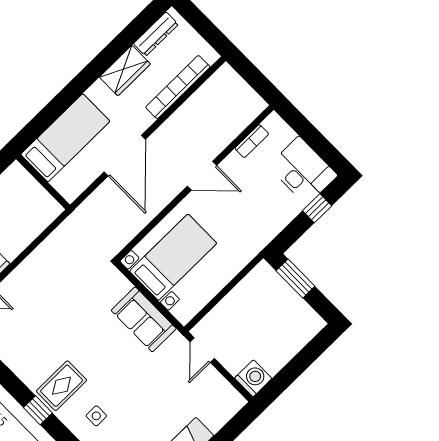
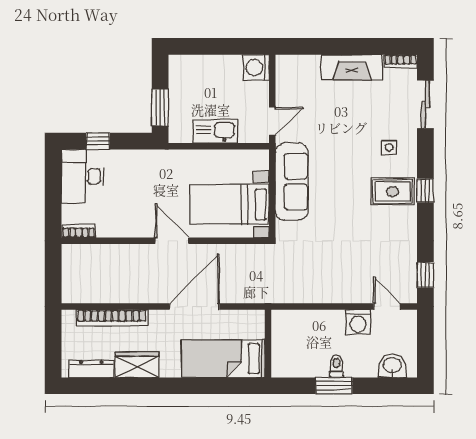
bookcase: (252, 141) -> (79, 231), moved
door: (202, 176) -> (172, 241), moved
kitchen sink: (237, 301) -> (215, 131), added
sofa: (144, 319) -> (292, 182), width x1.36

